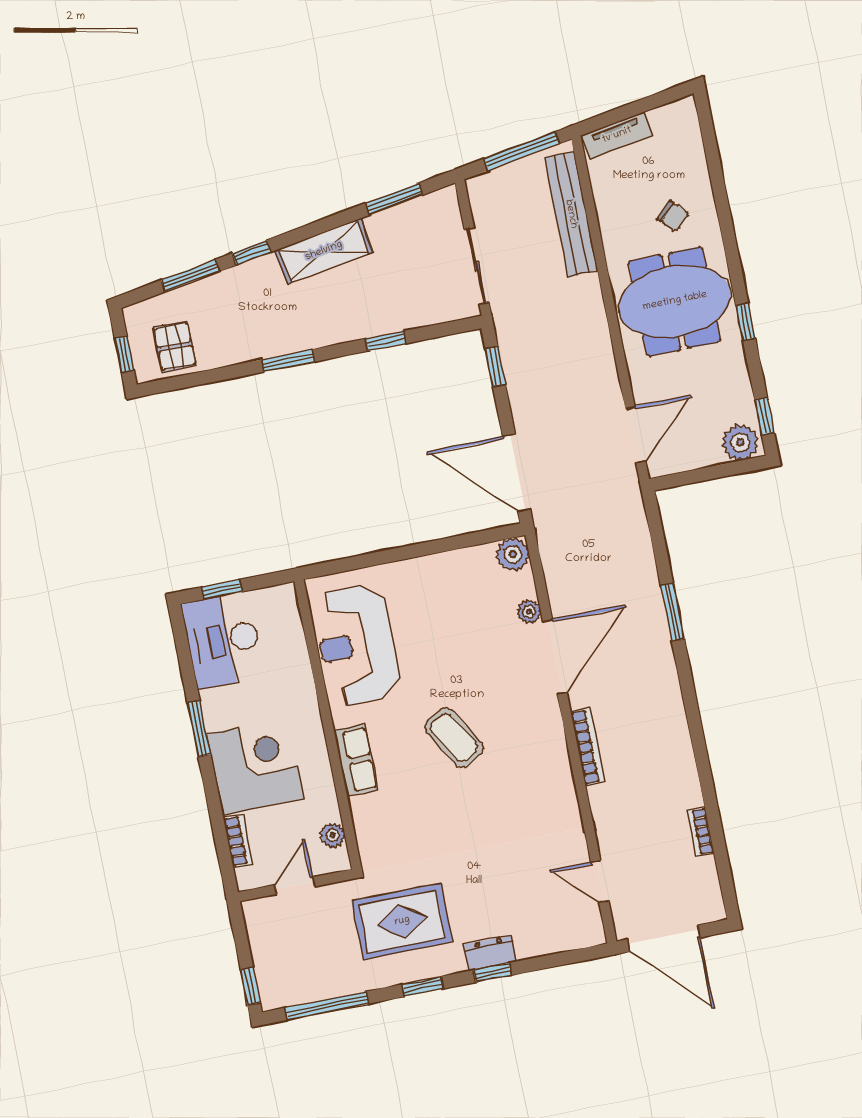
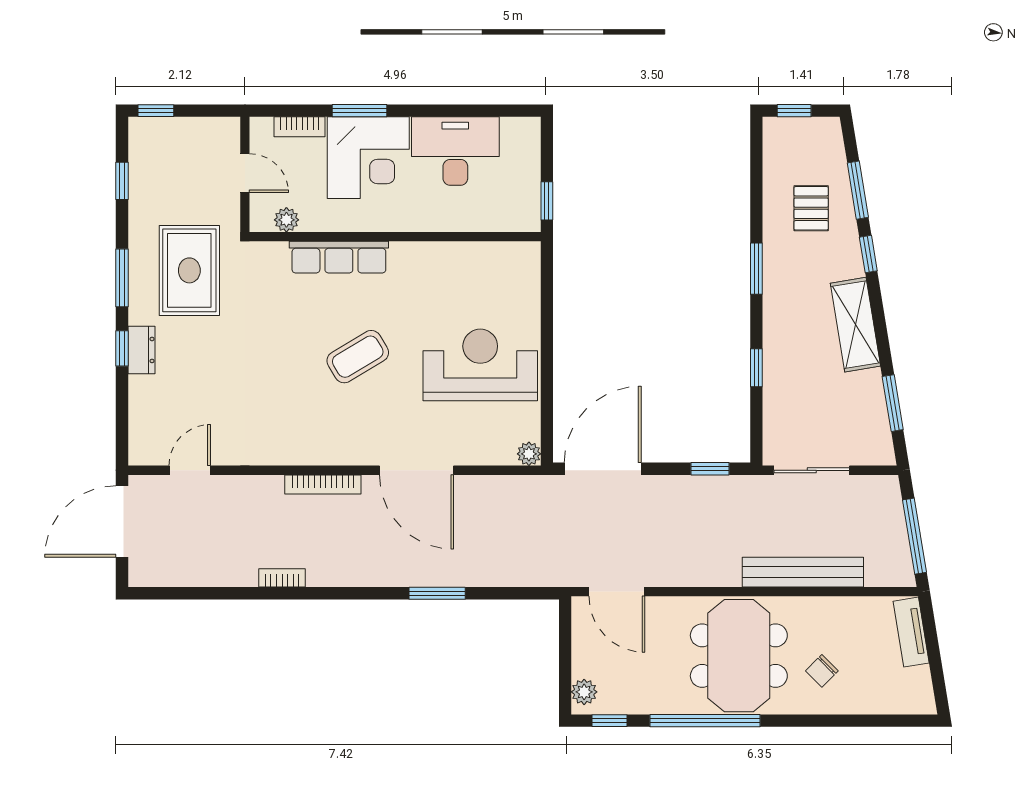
bench: (571, 214) -> (803, 572), moved
window: (746, 322) -> (705, 721), width x3.17
pallet: (175, 347) -> (811, 208), moved, turned 90
plant: (740, 442) -> (584, 692), width x0.73, depth x0.73
plant: (513, 554) -> (529, 454), width x0.73, depth x0.73
window: (222, 589) -> (547, 201), moved
plant: (529, 612) -> (466, 454), removed
desk: (223, 640) -> (455, 151), moved
reception desk: (357, 645) -> (480, 365), moved
window: (199, 729) -> (360, 111), moved
row of seats: (356, 760) -> (339, 257), width x1.48
bookcase: (700, 832) -> (282, 578), moved
window: (423, 987) -> (122, 278), width x1.50
window: (327, 1006) -> (122, 181), width x0.46

